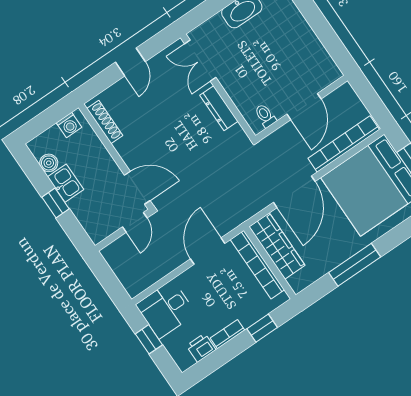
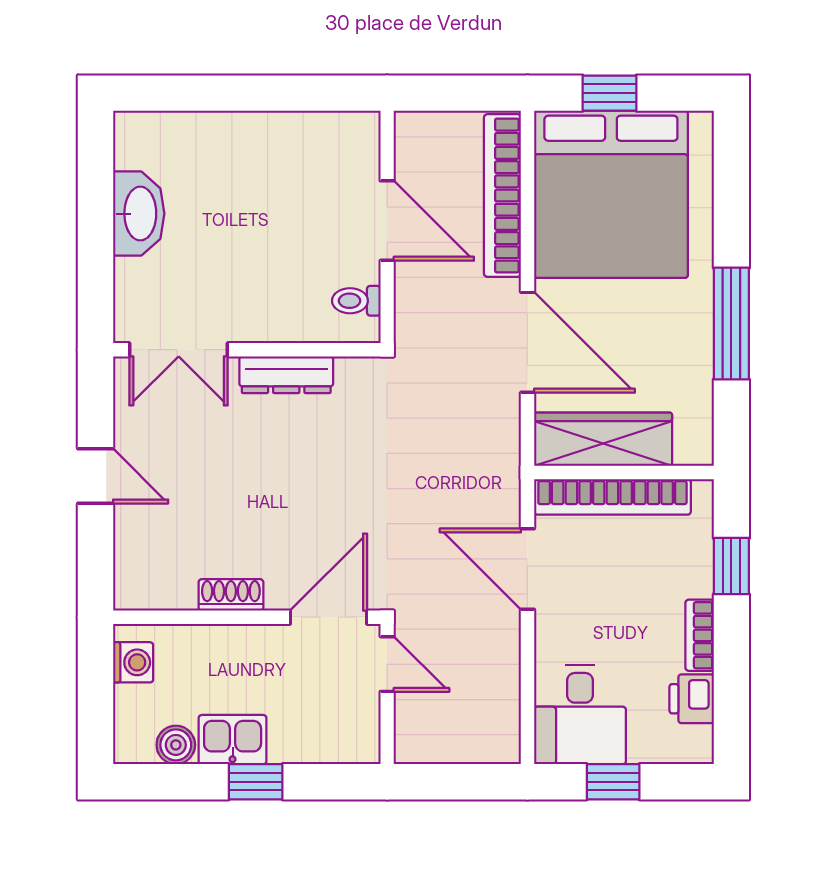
shoe rack: (105, 122) -> (231, 595), moved, width x0.70

